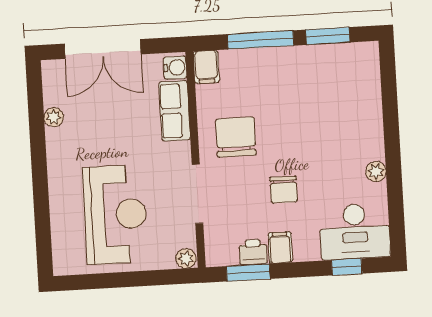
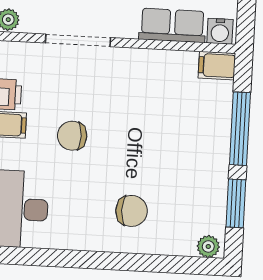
chair: (236, 137) -> (131, 211), moved, width x0.73, depth x0.73
plant: (376, 172) -> (208, 246), moved

